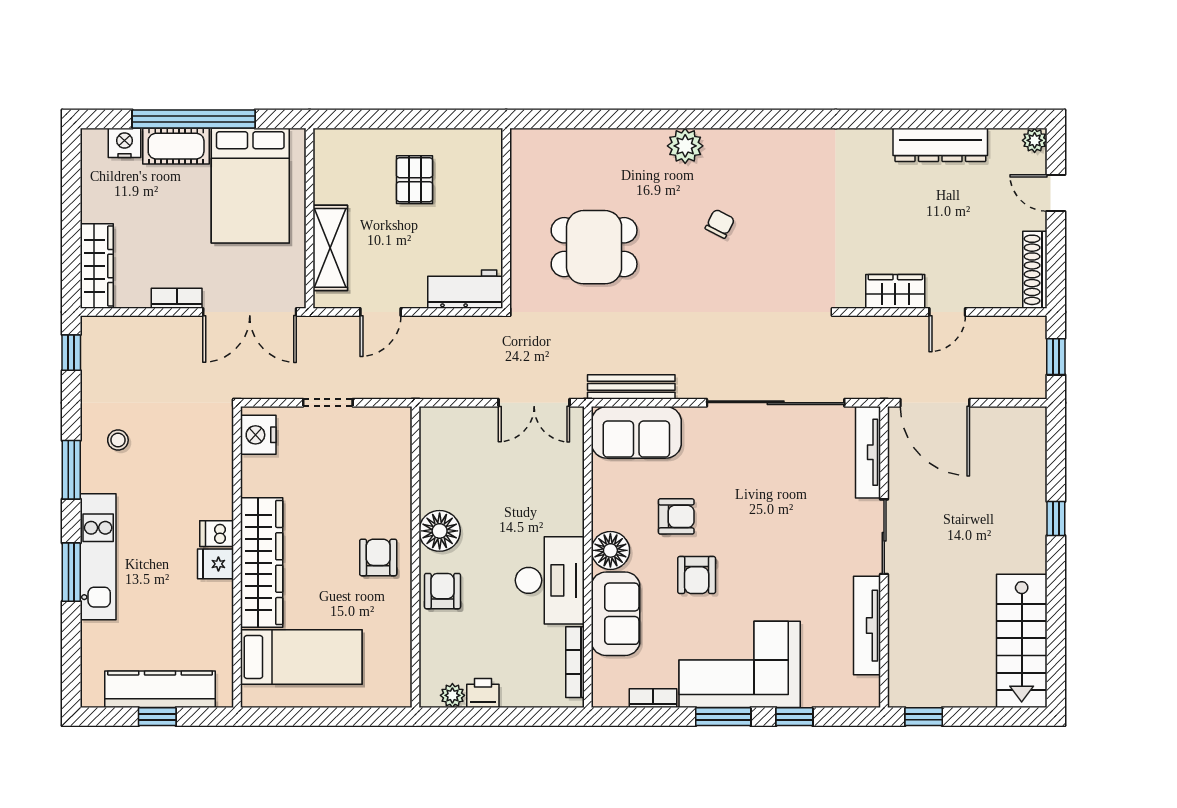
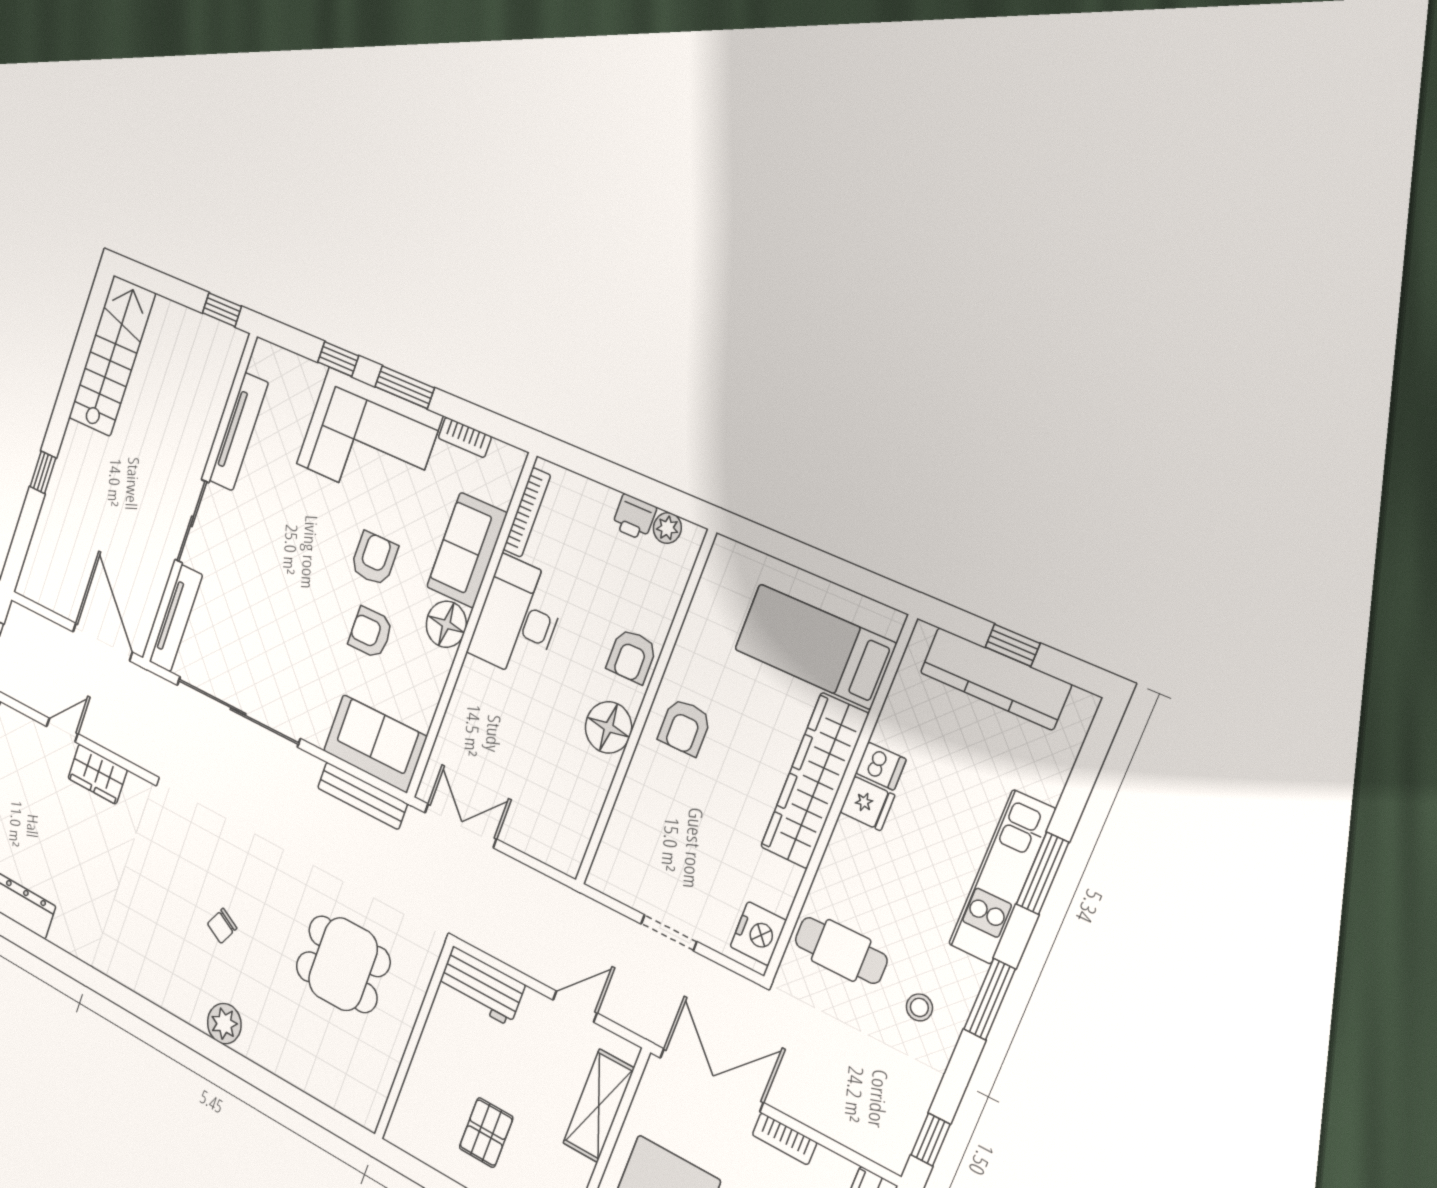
cafe table: (191, 452) -> (841, 950), added
dishwasher: (217, 534) -> (881, 766), moved

